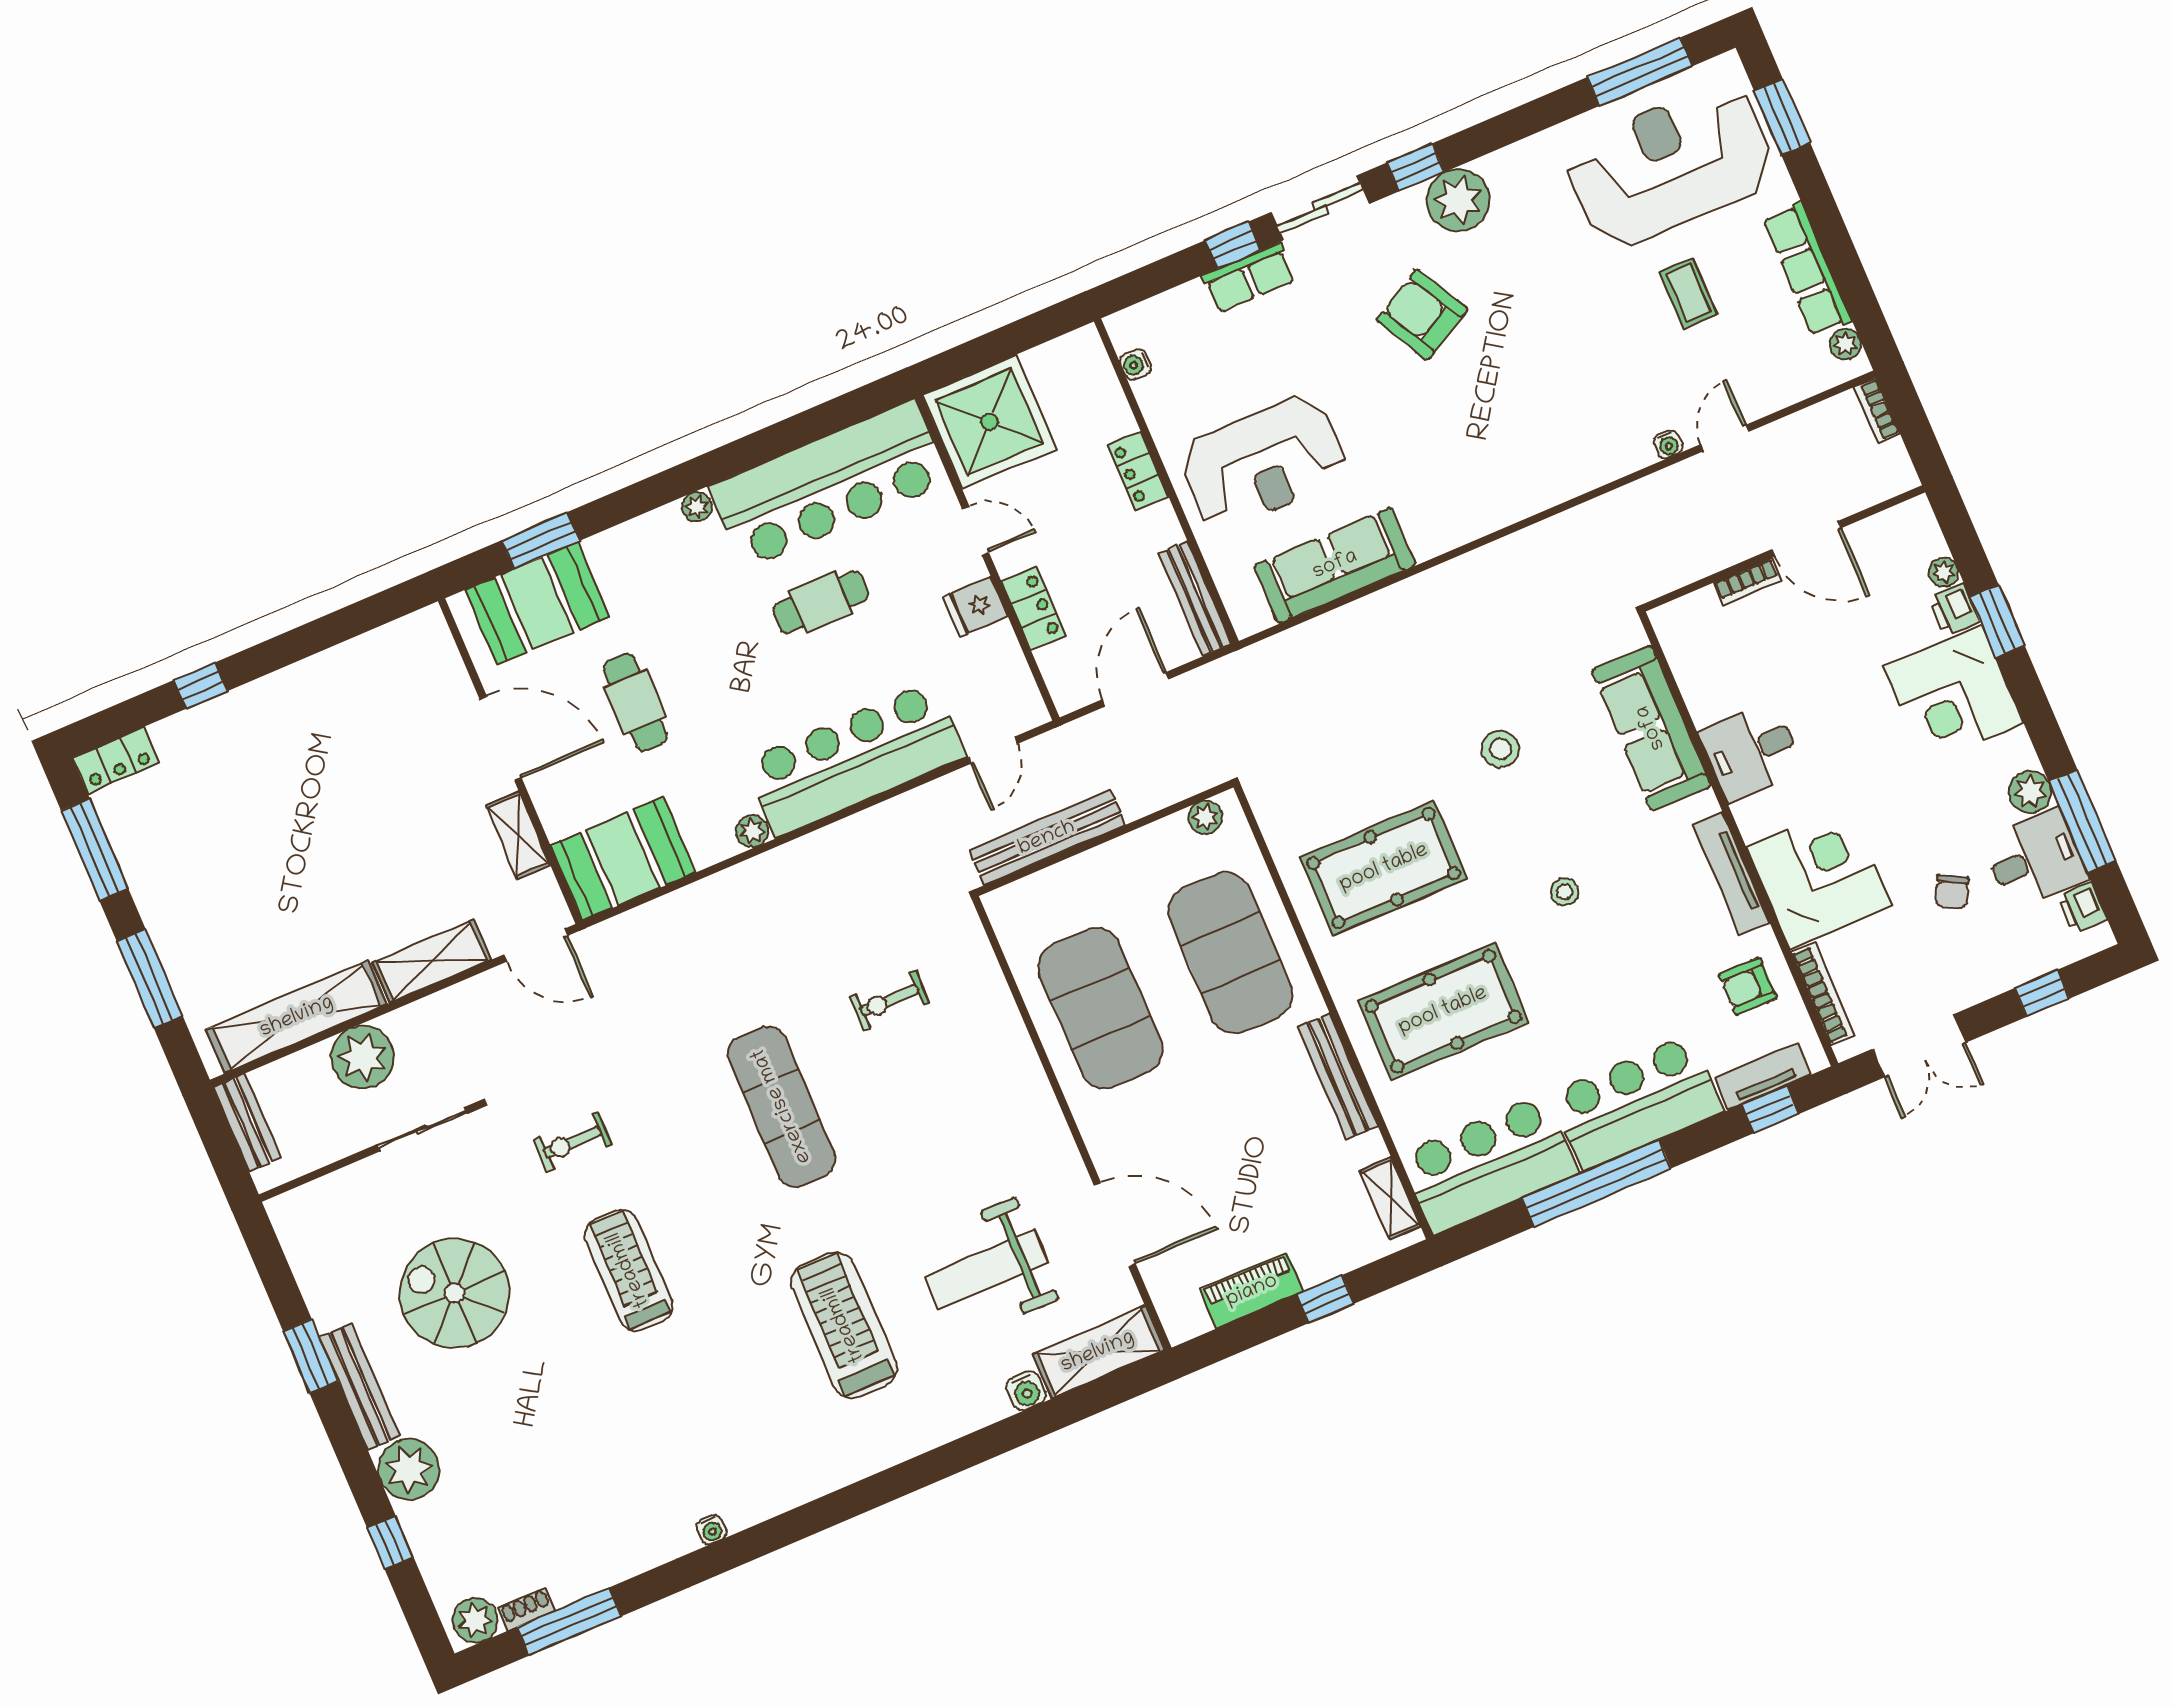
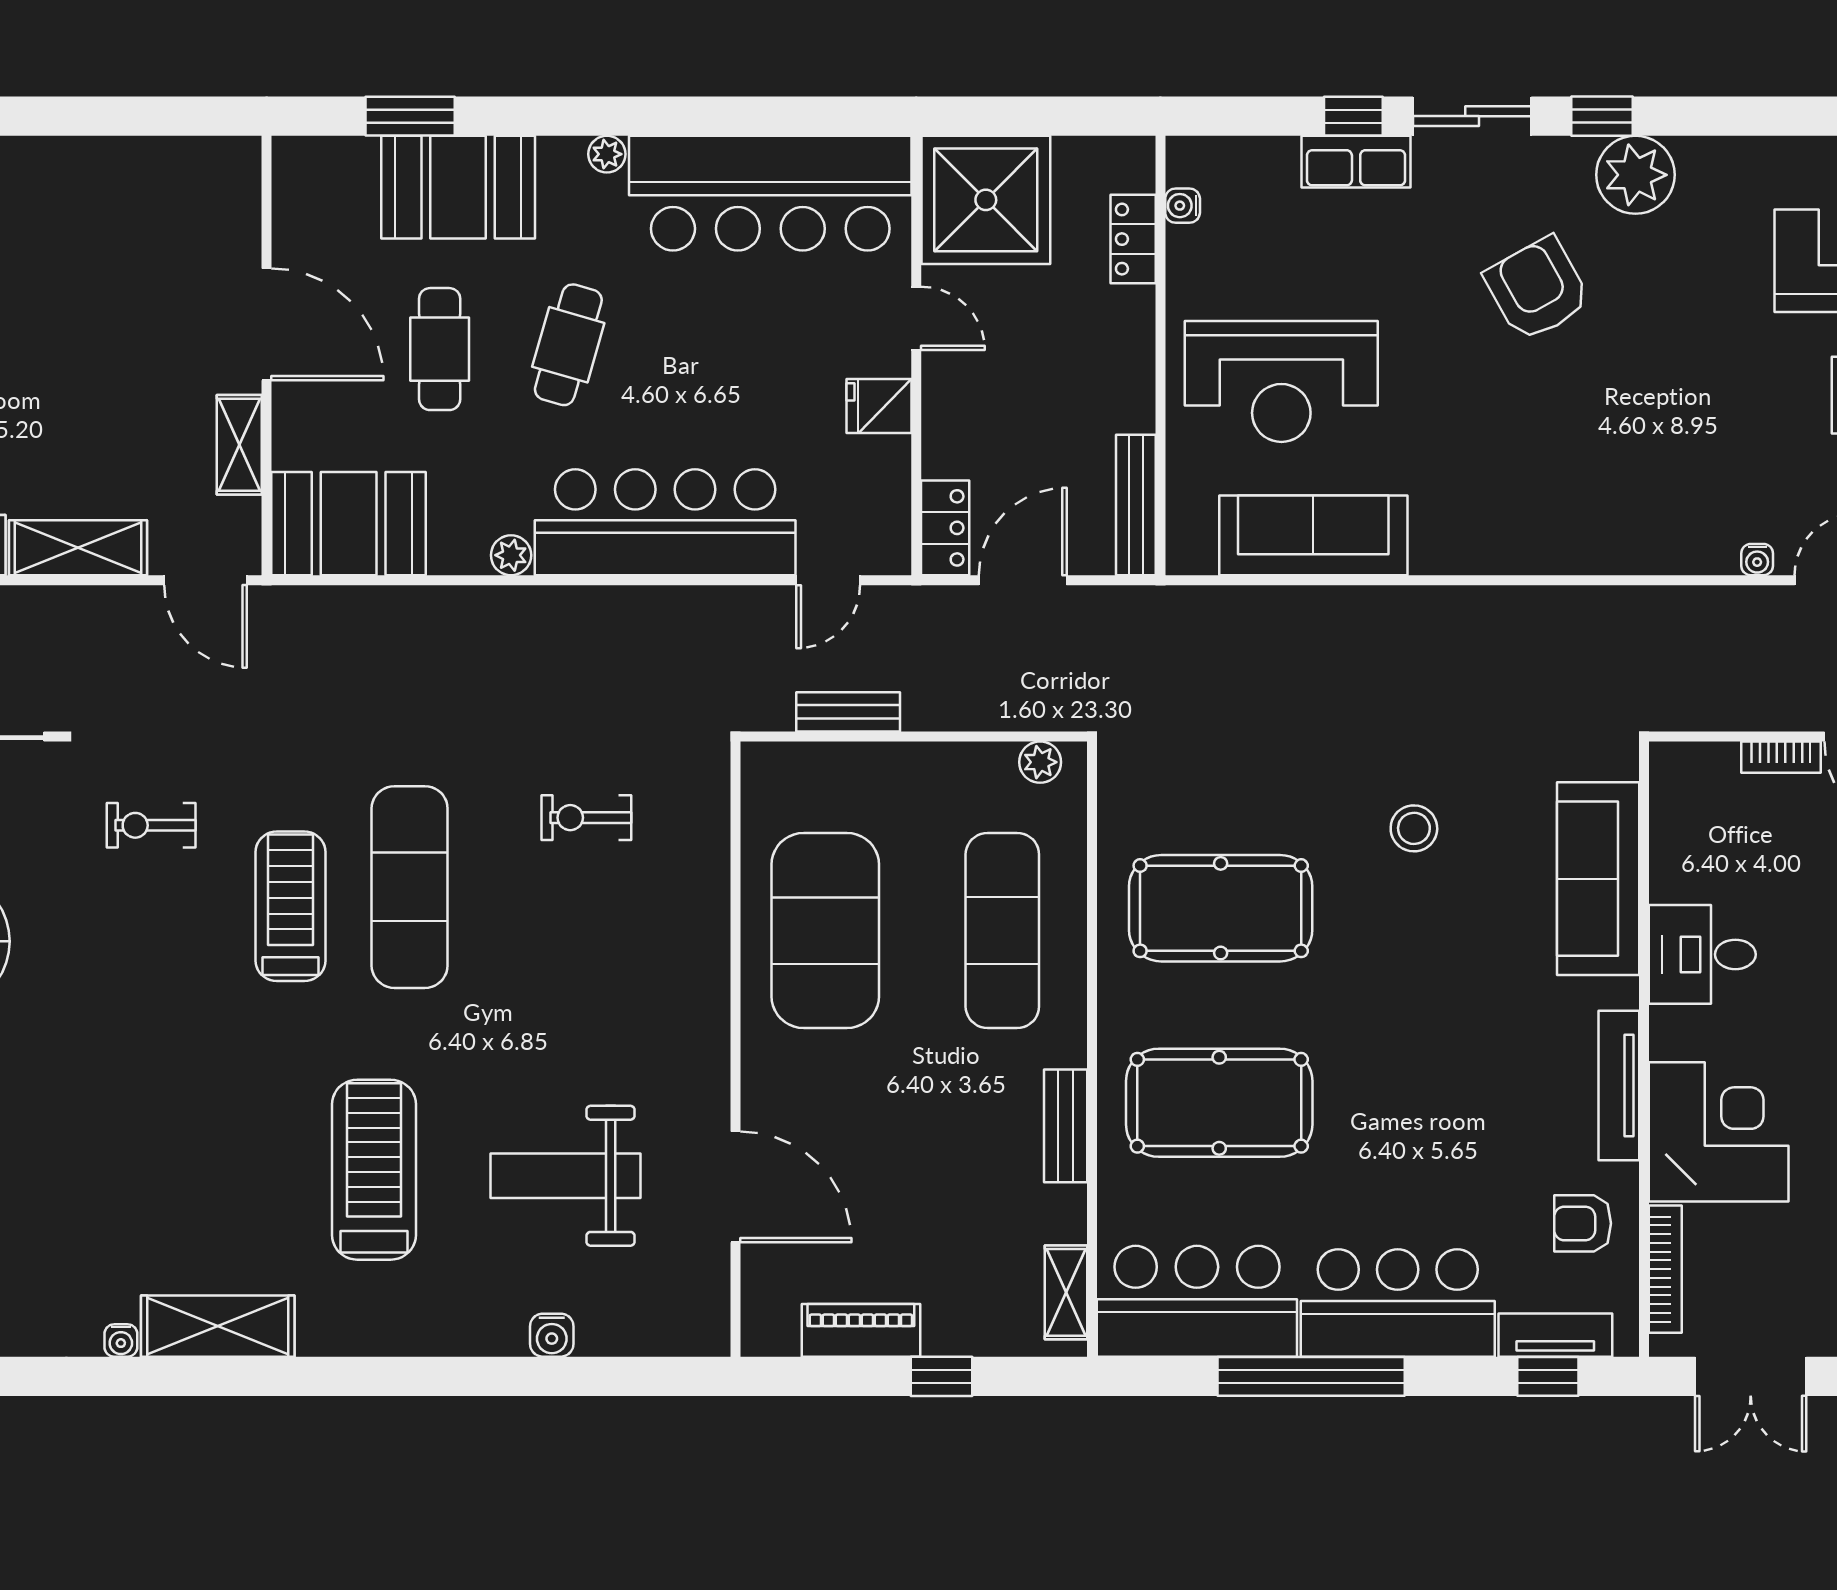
locker: (1138, 471) -> (1133, 239), moved
cafe table: (821, 602) -> (568, 345), moved, turned -74
booth: (537, 604) -> (458, 187), moved
locker: (1034, 608) -> (945, 528), moved
bench: (1047, 838) -> (848, 712), width x0.54, depth x0.82
stool: (1564, 892) -> (1418, 1025), removed
exercise mat: (1230, 953) -> (1002, 930), width x0.68
bench: (1338, 1076) -> (1066, 1126), width x0.73
treadmill: (629, 1270) -> (290, 906), moved
shelving: (1098, 1352) -> (218, 1326), moved

